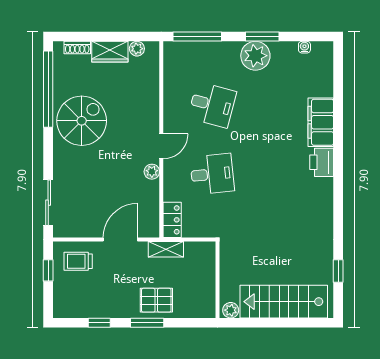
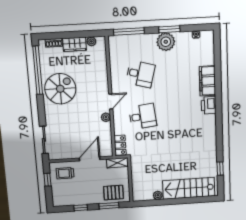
wall: (217, 280) -> (130, 180), moved

